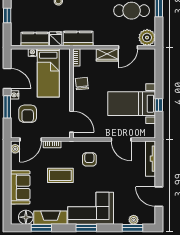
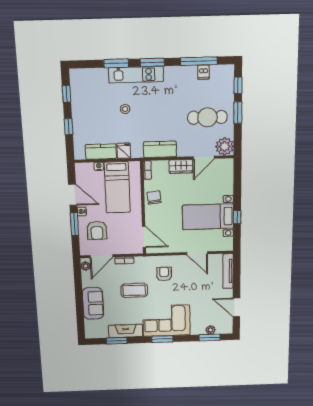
kitchen counter: (78, 39) -> (160, 149), moved
floor lamp: (26, 217) -> (100, 331), removed

